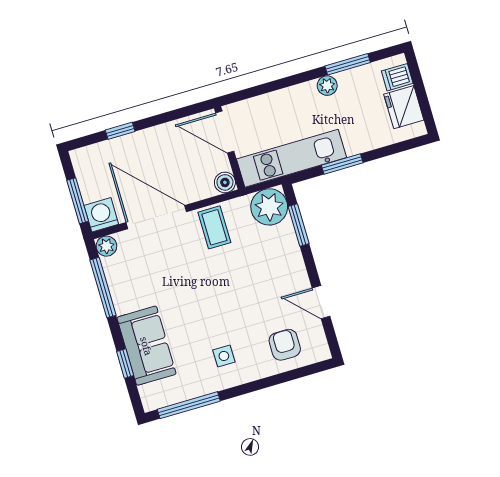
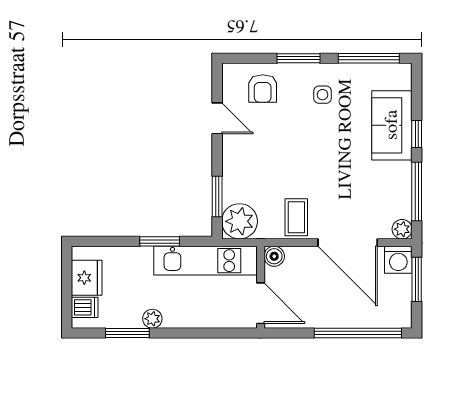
window: (120, 131) -> (358, 333), width x3.17
window: (125, 363) -> (417, 134), moved
window: (258, 385) -> (299, 58), added

